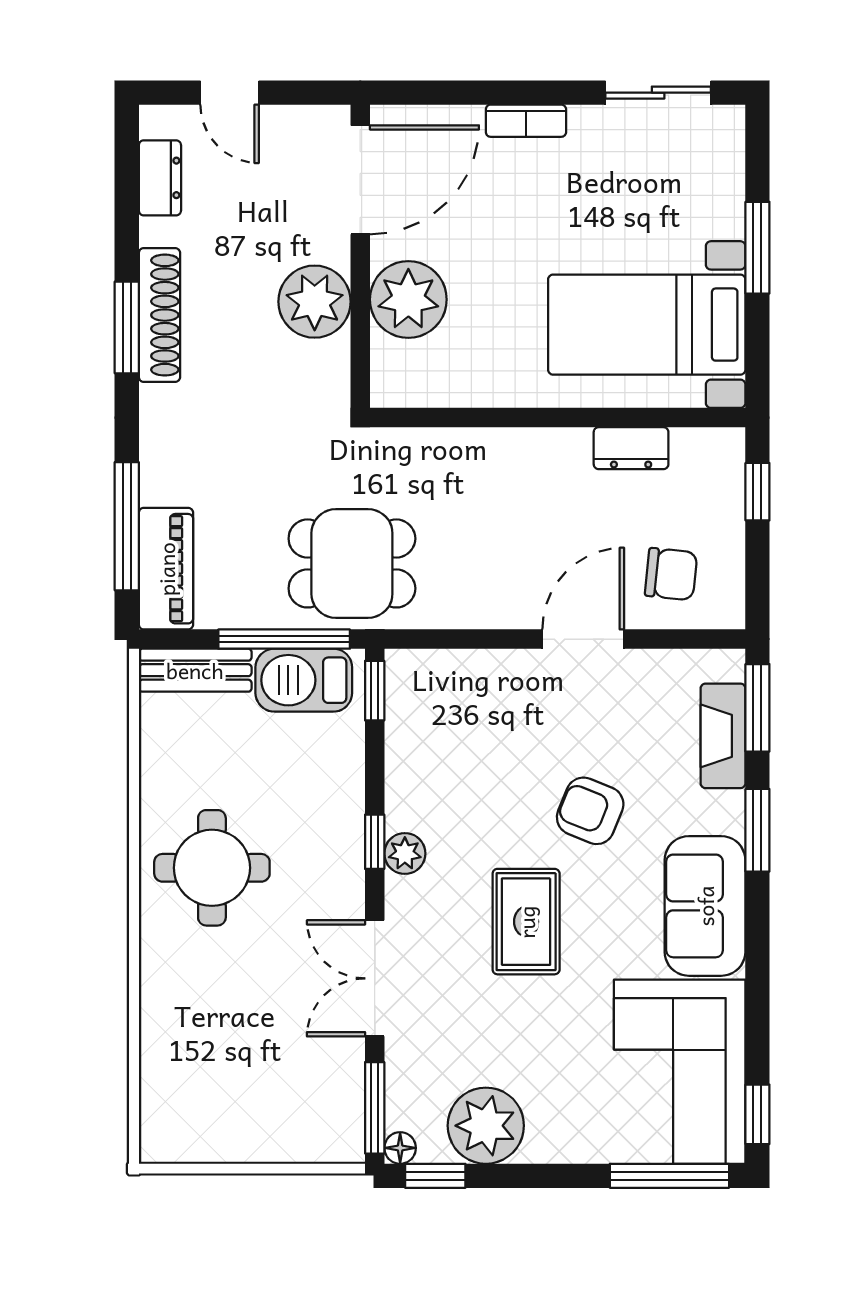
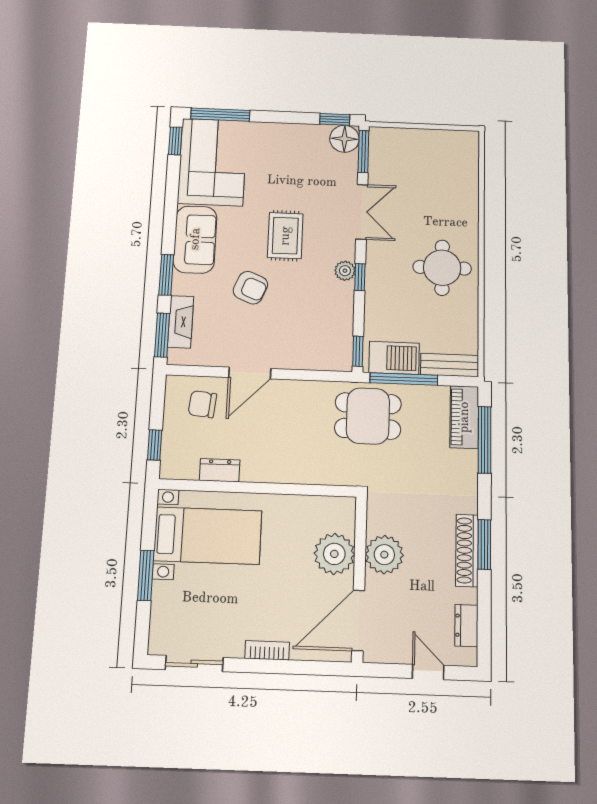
plant: (486, 1126) -> (309, 141), removed
floor lamp: (400, 1148) -> (344, 139), width x1.89, depth x1.89

